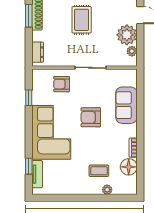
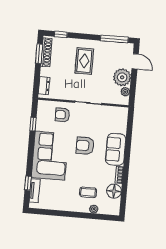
sofa: (126, 105) -> (116, 149), moved

